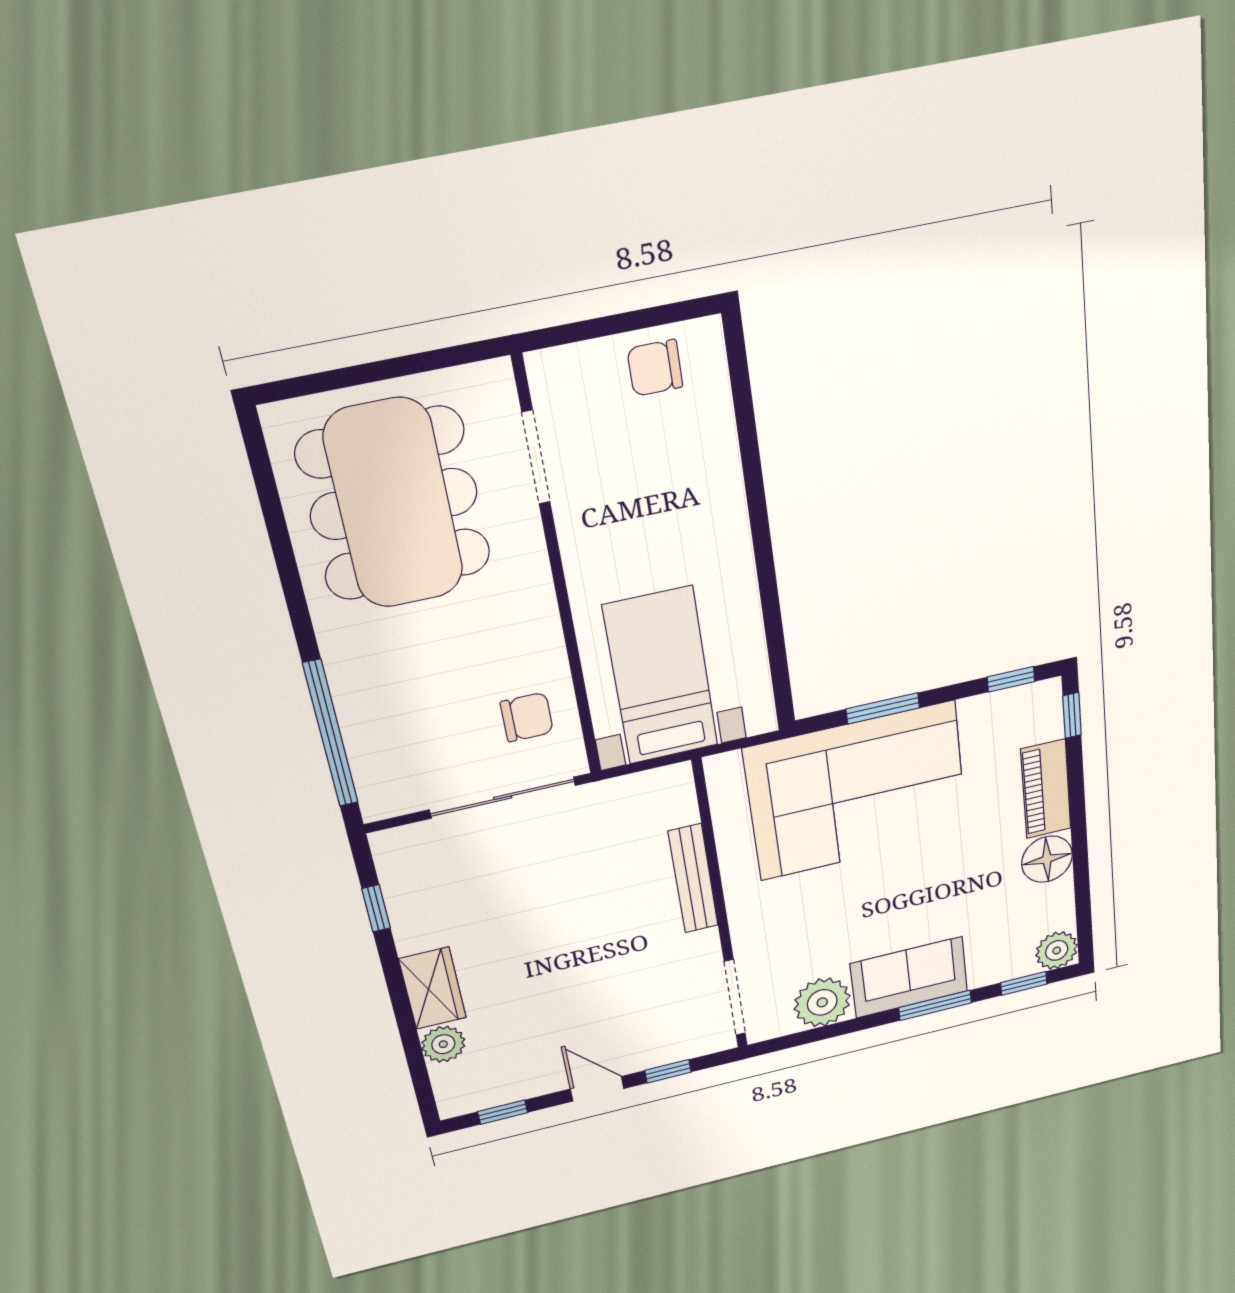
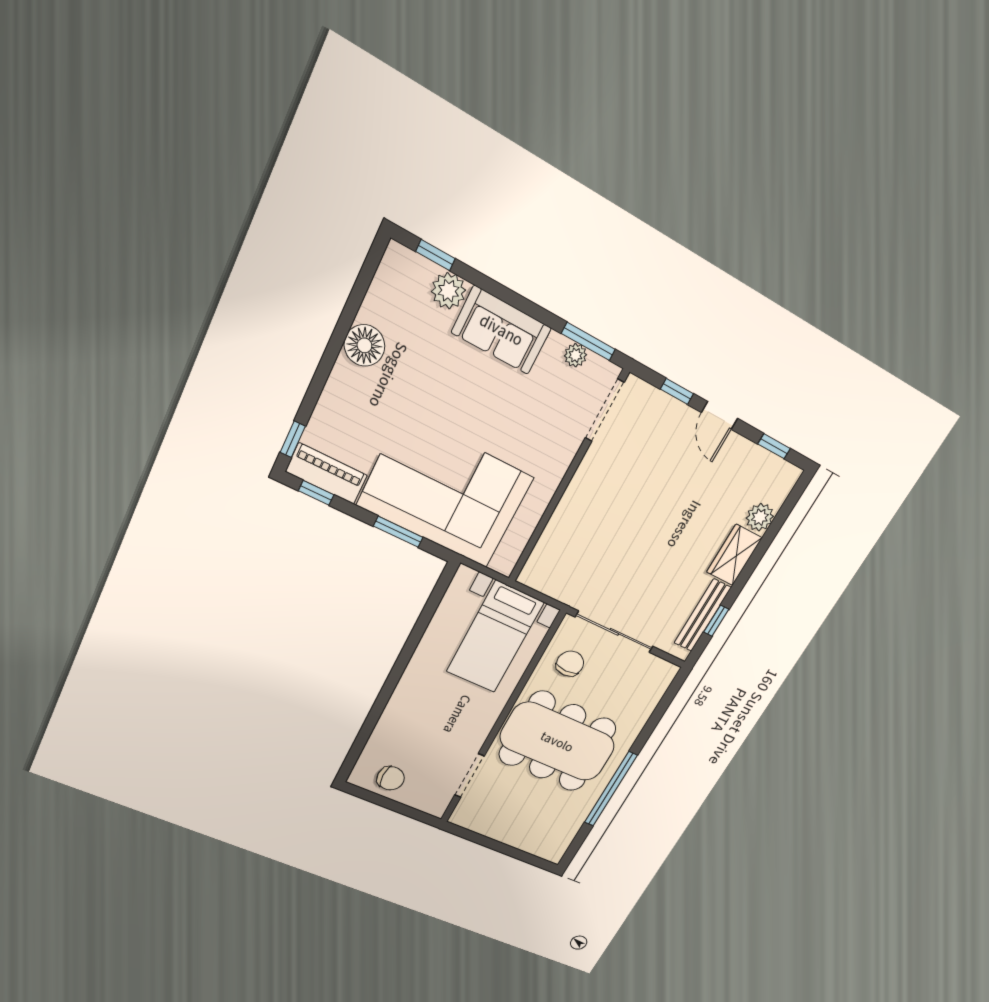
dining table: (394, 504) -> (557, 742), moved, turned 90
chair: (527, 717) -> (570, 664), turned 90
window: (331, 734) -> (611, 789), moved
piano: (1046, 789) -> (327, 474), moved, turned -90
bench: (693, 879) -> (702, 615), moved
plant: (1057, 950) -> (448, 291), moved
plant: (822, 1002) -> (576, 355), width x0.53, depth x0.53
window: (935, 1005) -> (588, 341), moved

